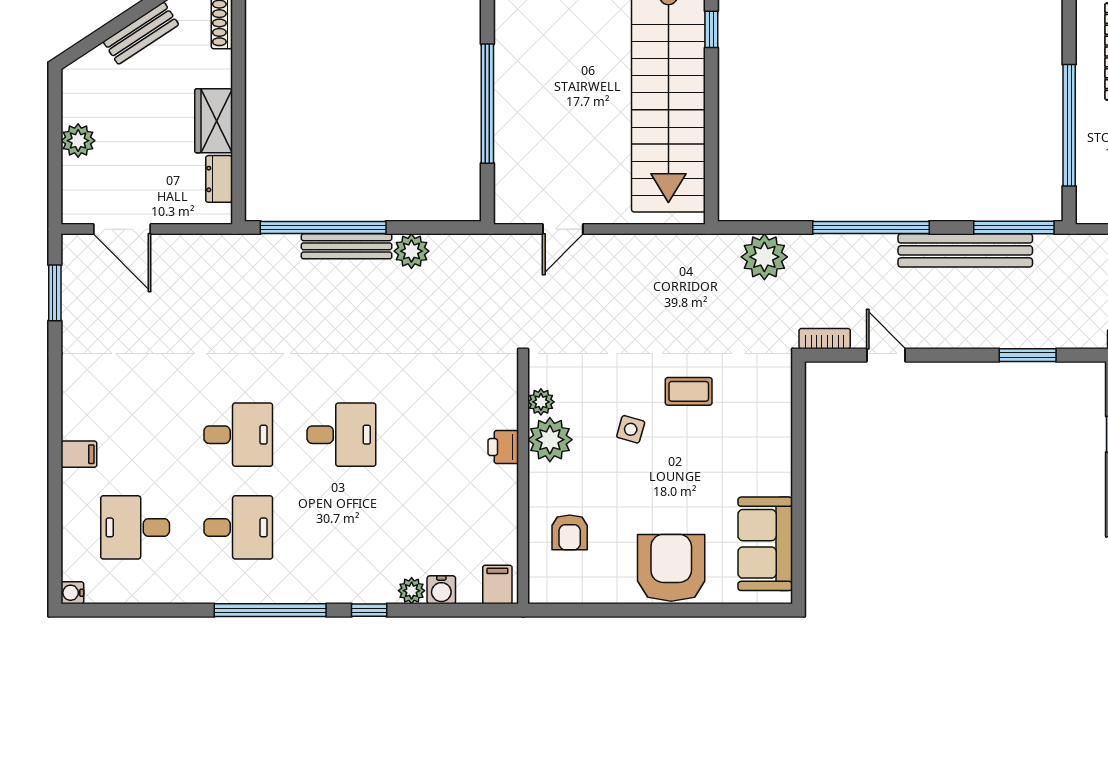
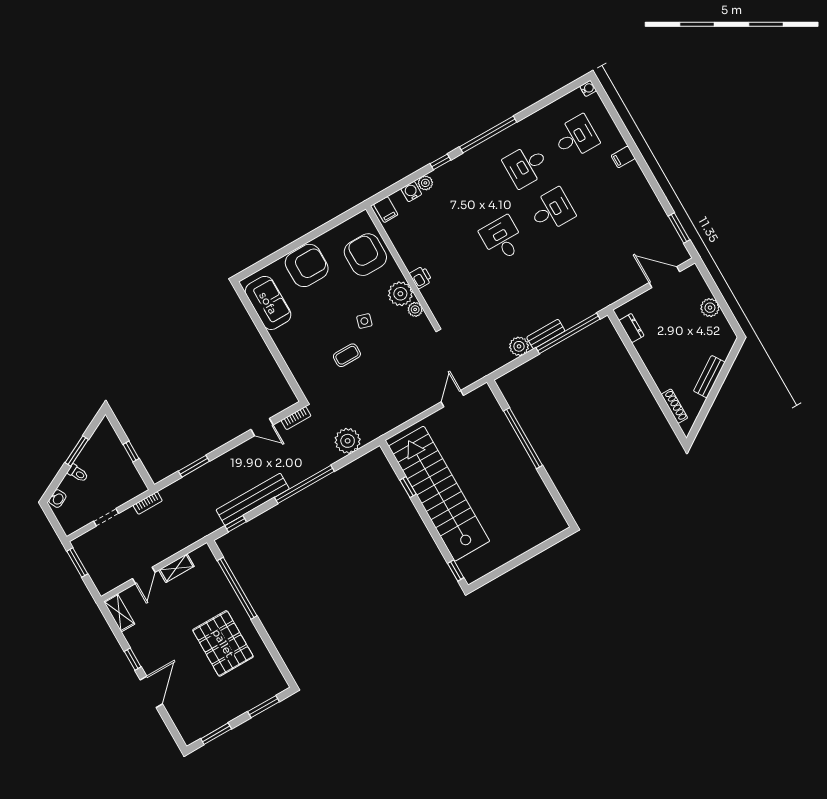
window: (711, 29) -> (408, 487), moved
wardrobe: (214, 121) -> (650, 354), removed
window: (1014, 227) -> (236, 524), width x0.46
bench: (347, 246) -> (546, 334), width x0.73
desk: (238, 435) -> (552, 210), turned 180
desk: (341, 435) -> (502, 239), turned 90
armchair: (570, 532) -> (365, 255), width x1.88, depth x1.88
armchair: (671, 568) -> (307, 265), turned -90

